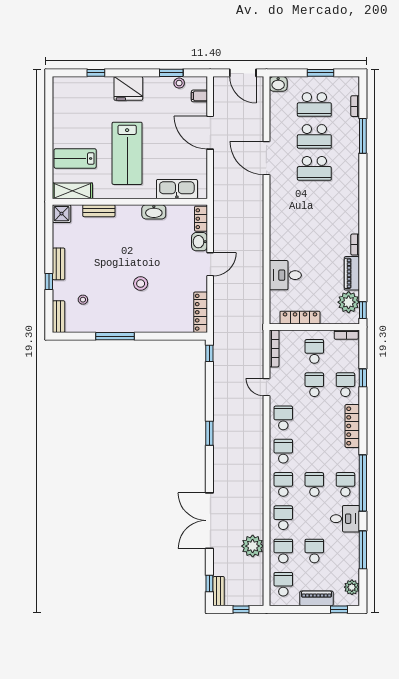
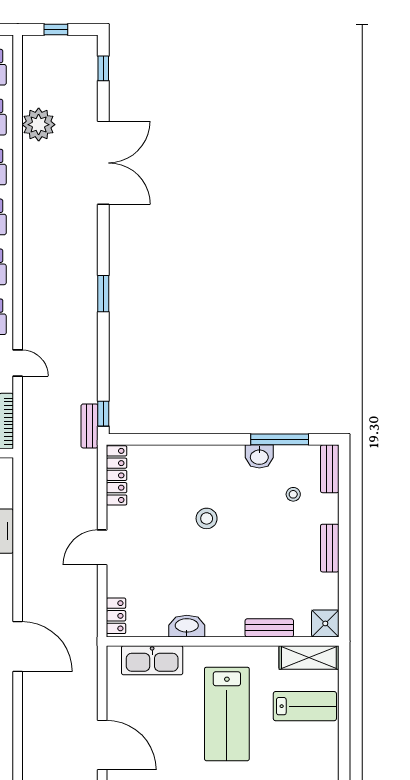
lab bench: (127, 153) -> (227, 714), turned 180
door: (266, 158) -> (18, 647), moved
washbasin: (200, 242) -> (259, 456), moved, turned 90
window: (49, 282) -> (344, 522), removed
window: (115, 336) -> (280, 439), moved
bench: (219, 591) -> (90, 426), moved

